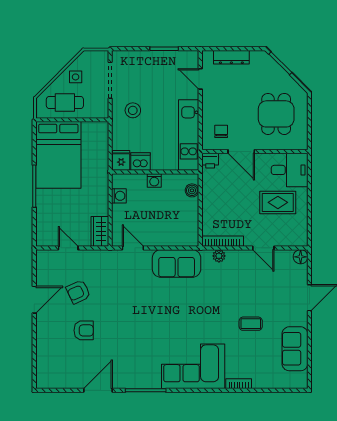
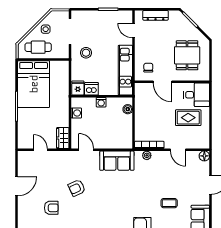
printer: (210, 161) -> (141, 88), removed
armchair: (78, 292) -> (77, 188), moved

